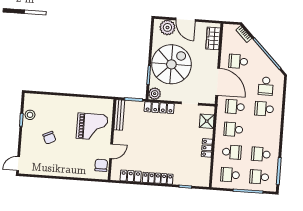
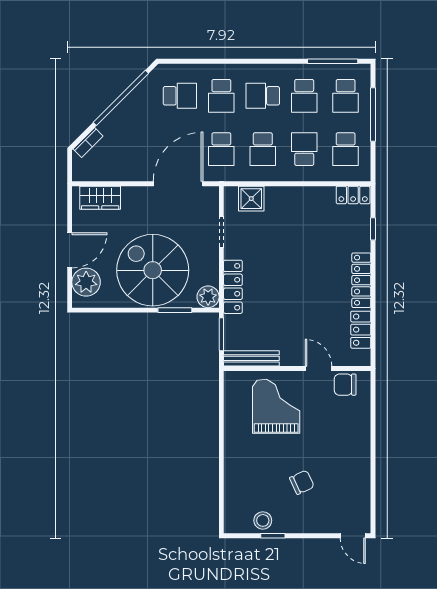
school desk: (238, 61) -> (263, 96), moved, turned 90
locker: (207, 148) -> (353, 195), moved

